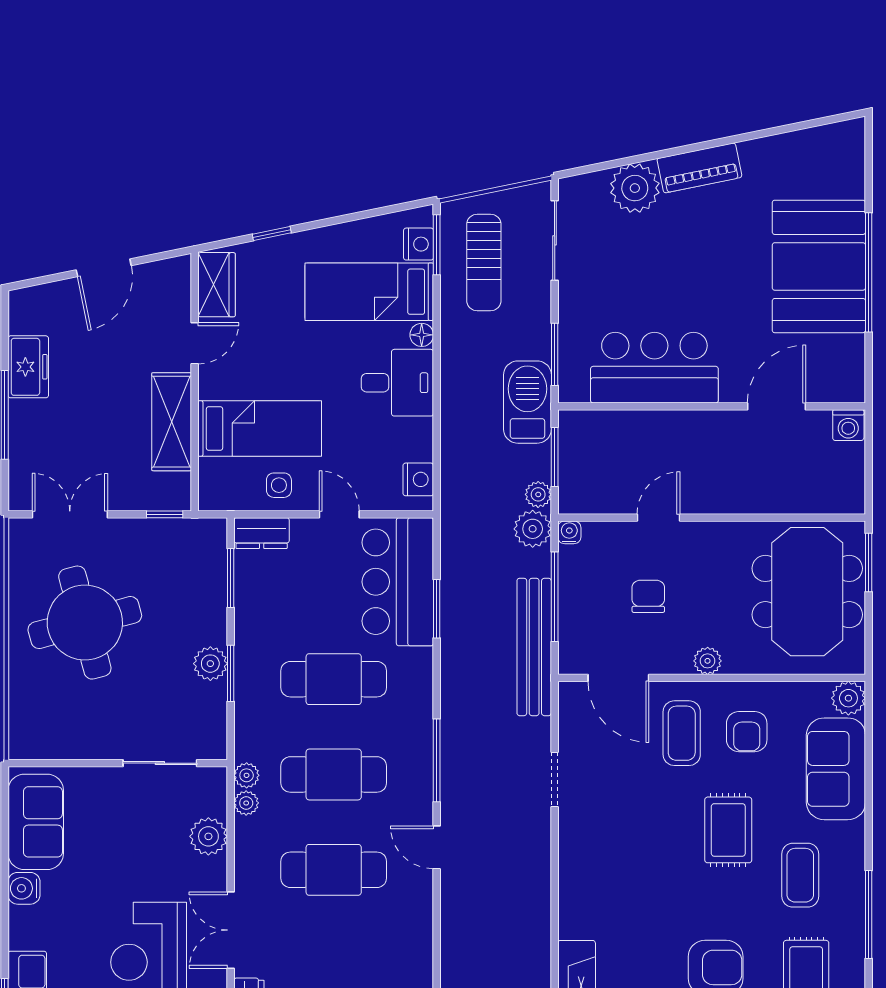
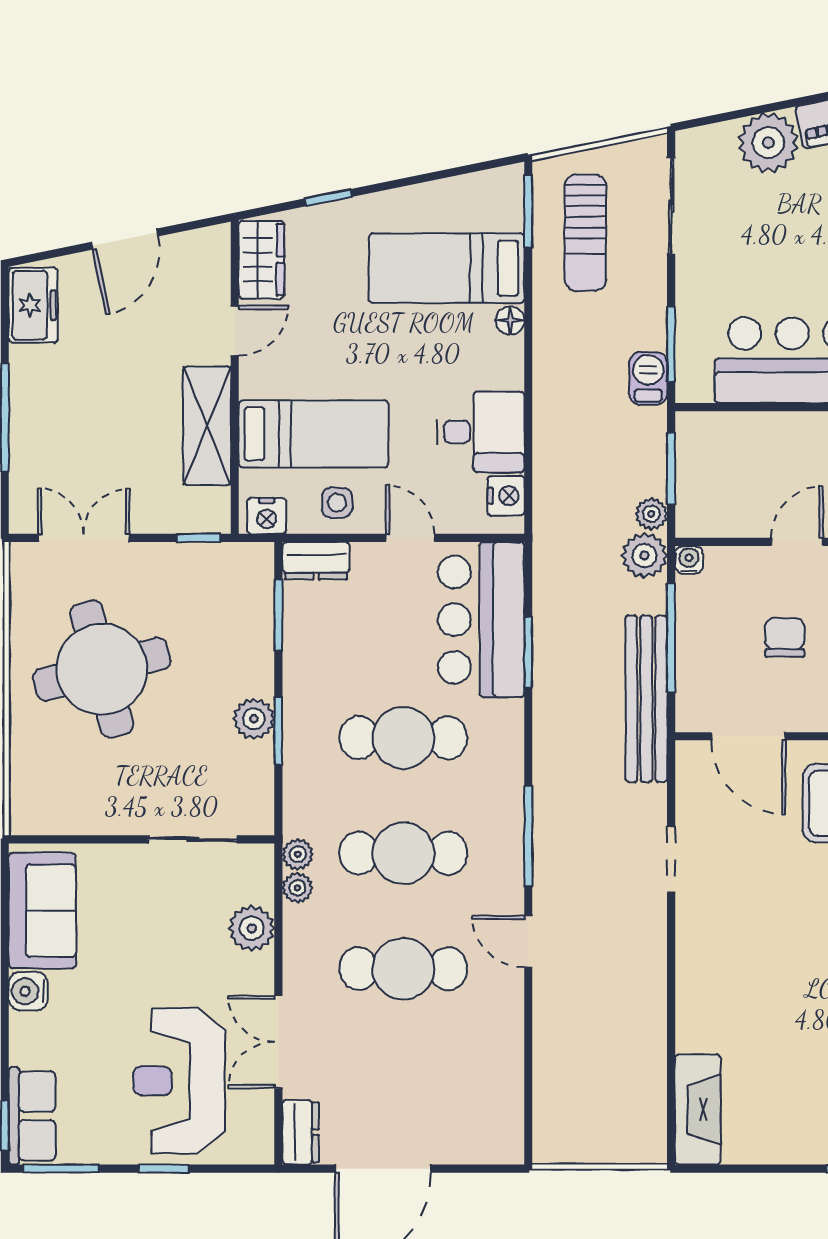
nightstand: (419, 244) -> (267, 516), moved, turned 90
freezer: (28, 367) -> (33, 305), moved
desk: (397, 383) -> (481, 432), moved
barbecue: (527, 402) -> (648, 378), width x0.53, depth x0.65

